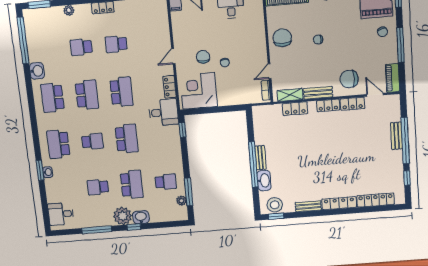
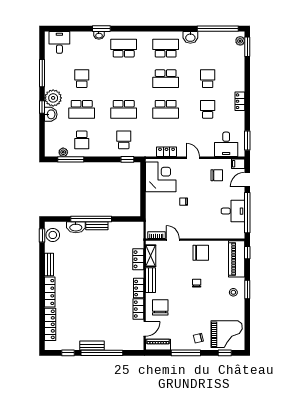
plant: (69, 10) -> (240, 41), moved
chair: (203, 57) -> (217, 175), moved
desk: (164, 112) -> (226, 144), moved
bench: (397, 136) -> (92, 346), moved
school desk: (92, 141) -> (124, 140), moved, turned 180

